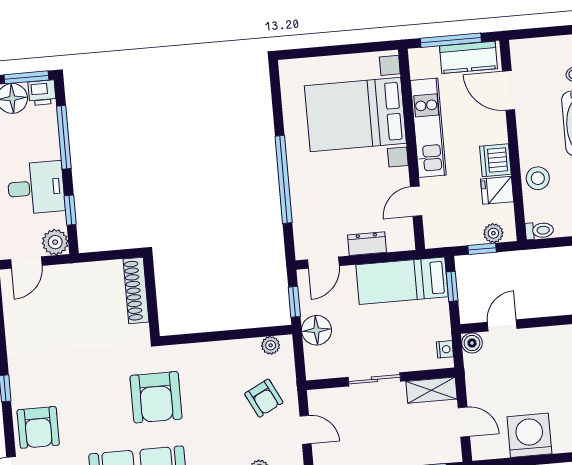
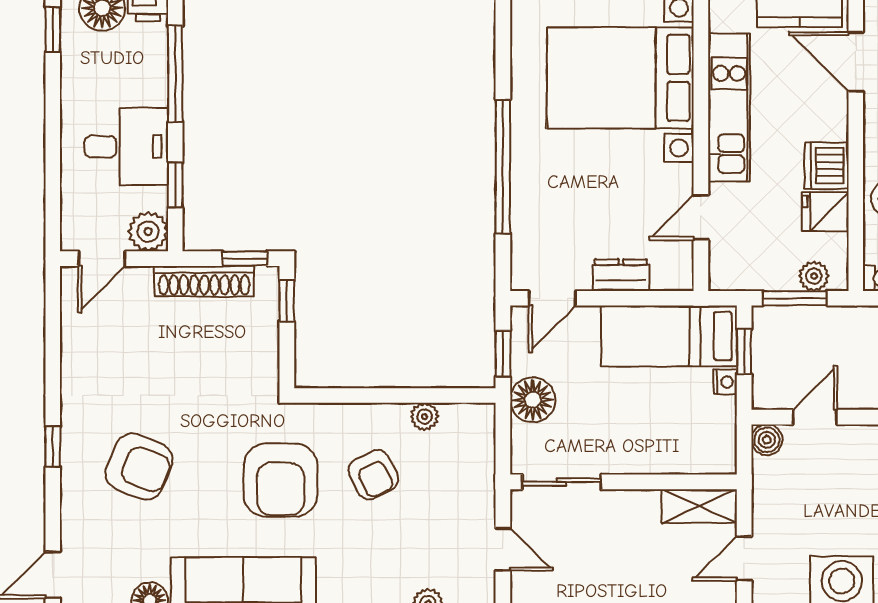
window: (482, 249) -> (795, 298), width x1.50
window: (120, 254) -> (245, 259), added
window: (150, 279) -> (287, 301), added
shoe rack: (136, 290) -> (204, 281), moved, turned -90
plant: (271, 345) -> (425, 417), moved
nightstand: (445, 349) -> (725, 382), moved
sliding door: (374, 379) -> (562, 482), moved
armchair: (264, 398) -> (373, 475), moved
door: (464, 422) -> (744, 559), swing flipped
armchair: (38, 427) -> (139, 467), moved, turned -68

